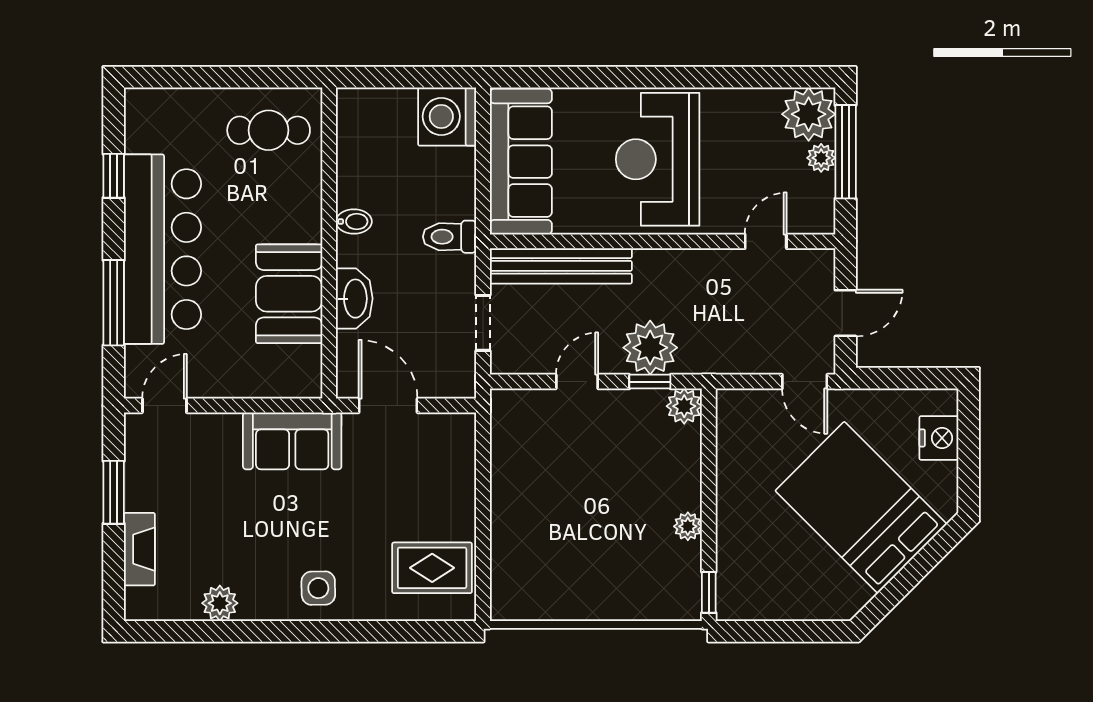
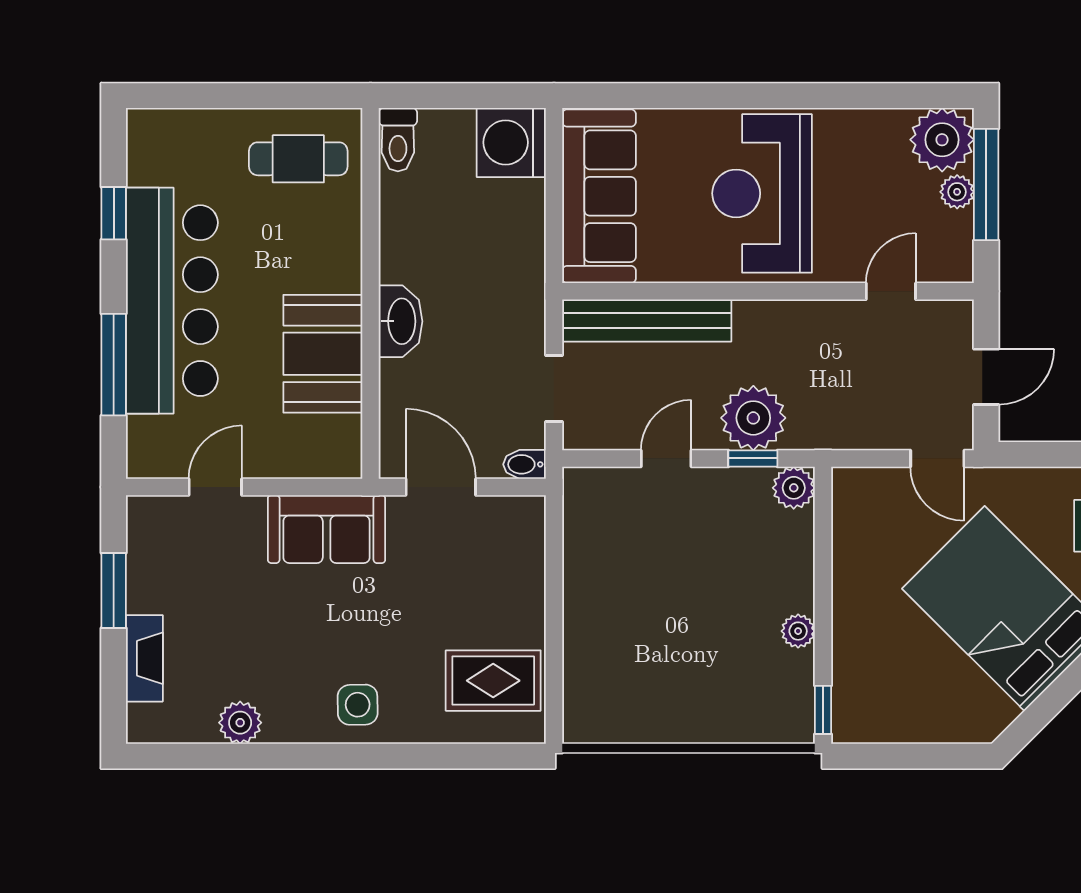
bidet: (354, 222) -> (524, 464), moved, turned 180
toilet: (450, 237) -> (398, 140), moved, turned -90
washbasin: (354, 299) -> (401, 321), moved
door: (164, 406) -> (215, 487), moved

